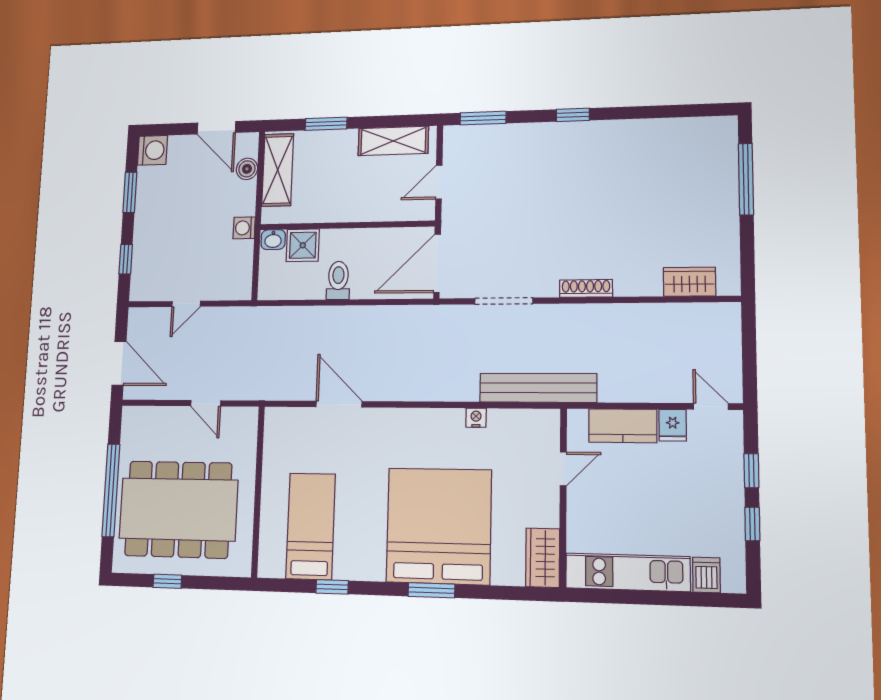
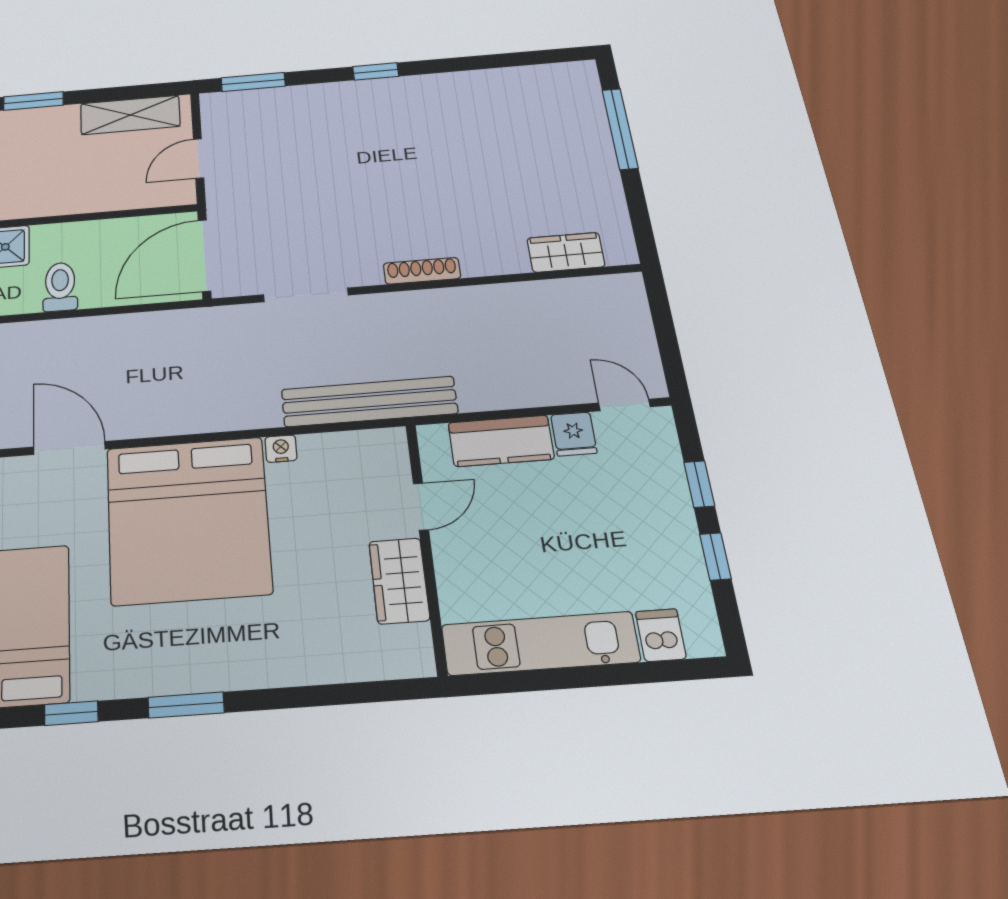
bed: (439, 526) -> (188, 520), moved, turned 180
wardrobe: (543, 558) -> (399, 581), moved
window: (431, 590) -> (186, 705), moved

